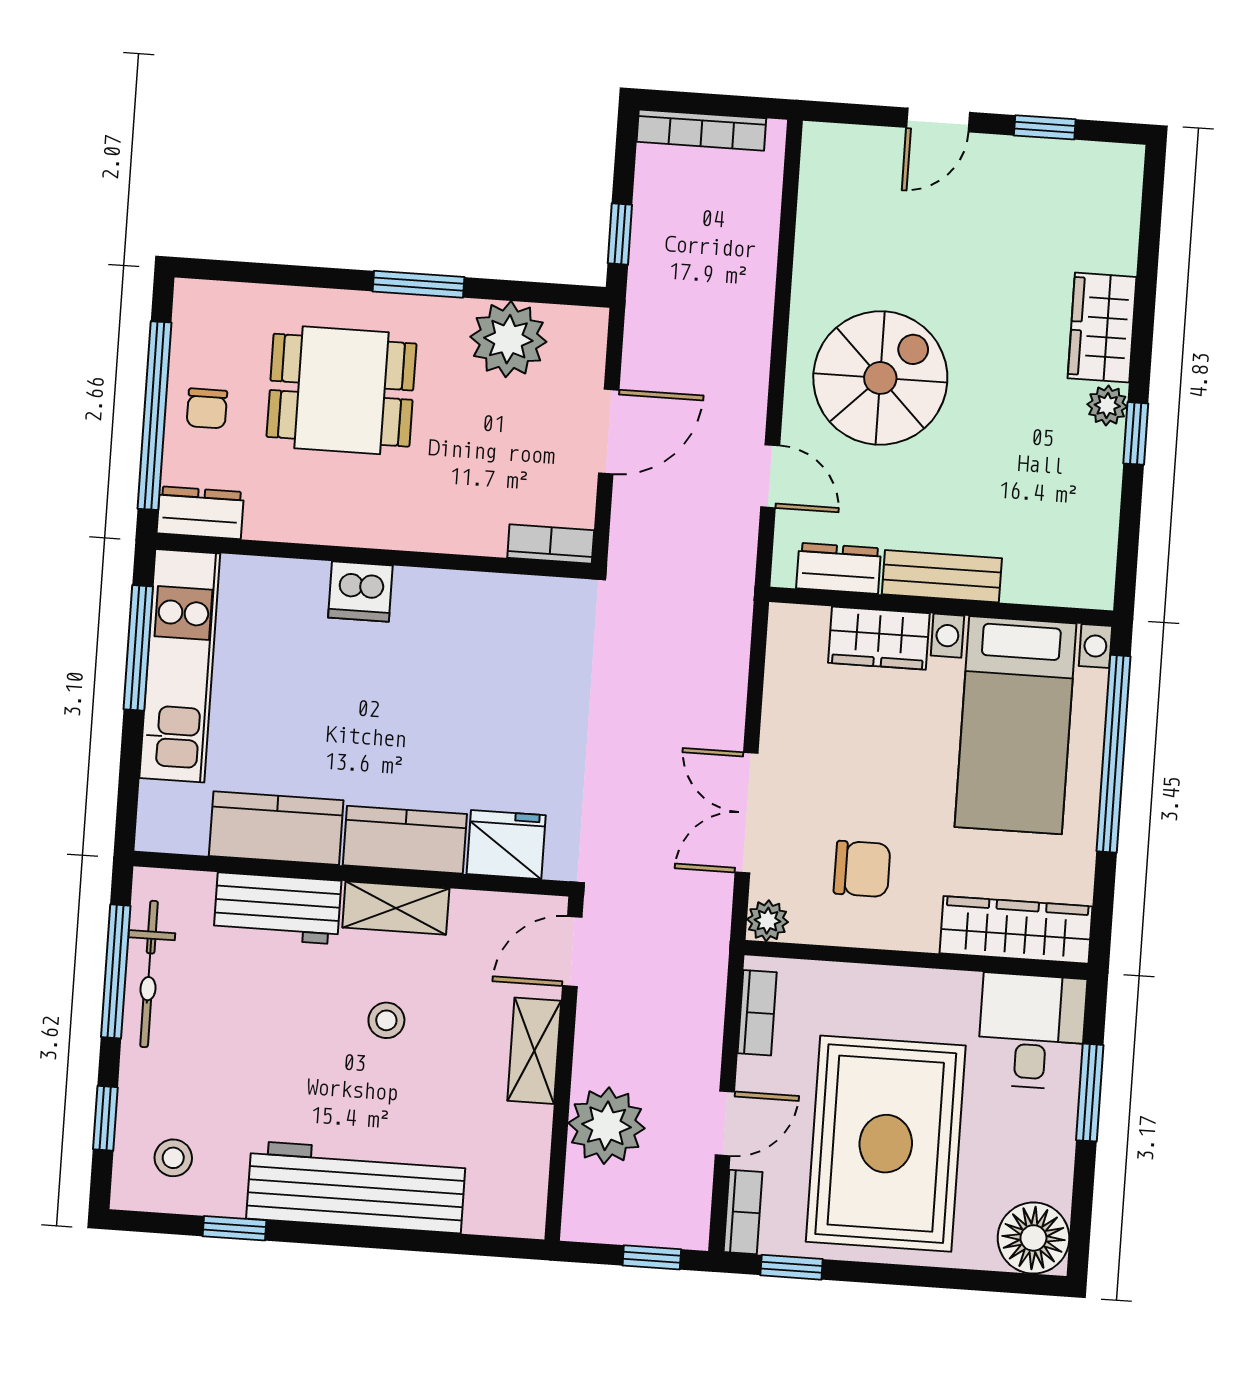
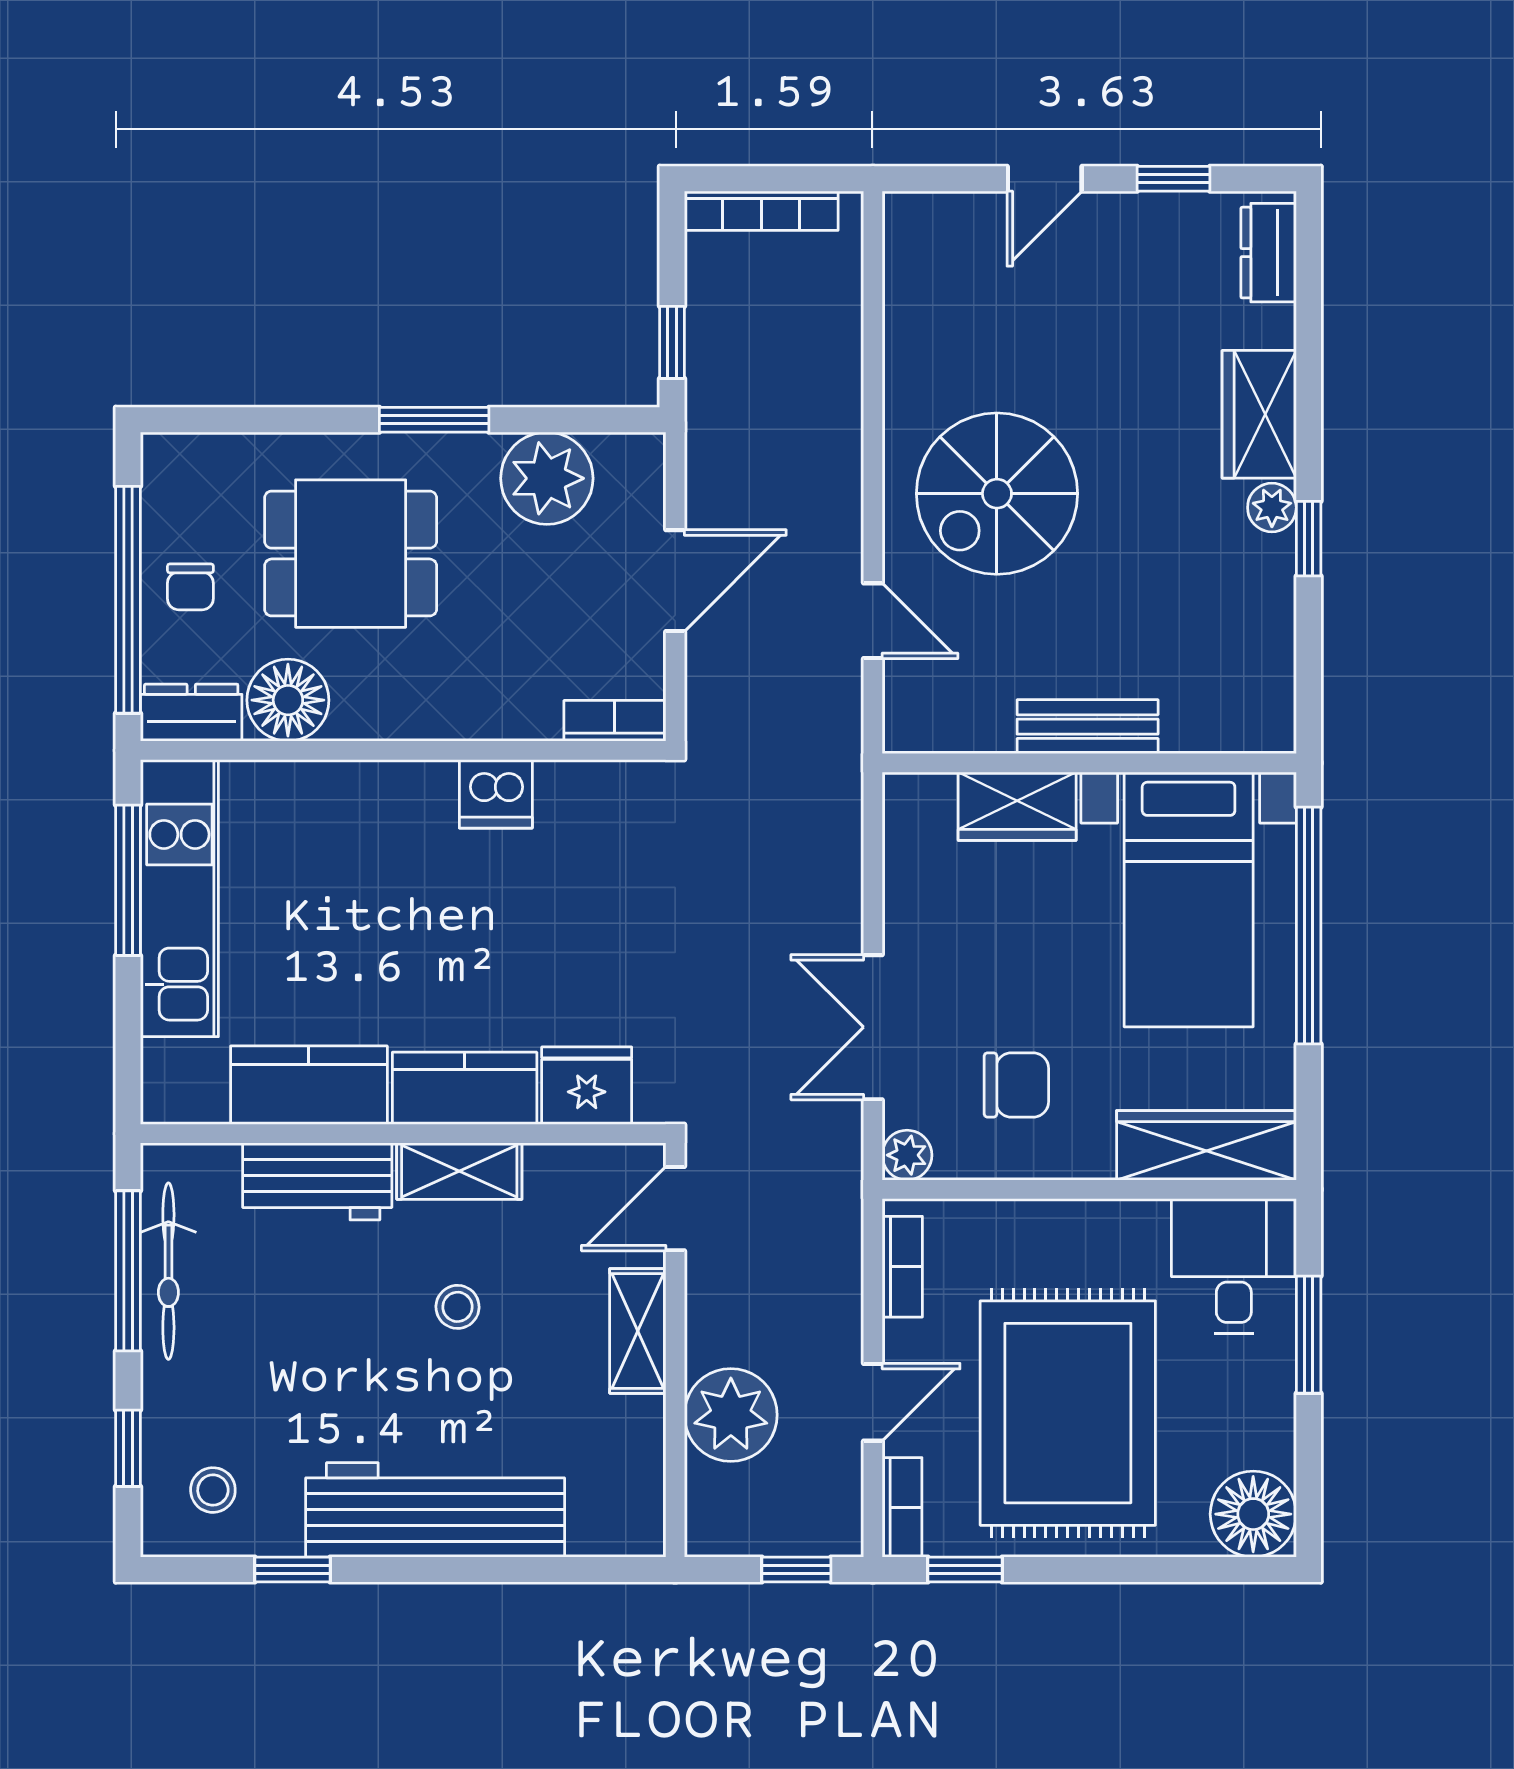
spiral stairs: (880, 378) -> (997, 494), turned 180
floor lamp: (281, 508) -> (288, 700), added
dresser: (839, 568) -> (1269, 253), moved, turned -90
dishwasher: (360, 592) -> (496, 794), moved

